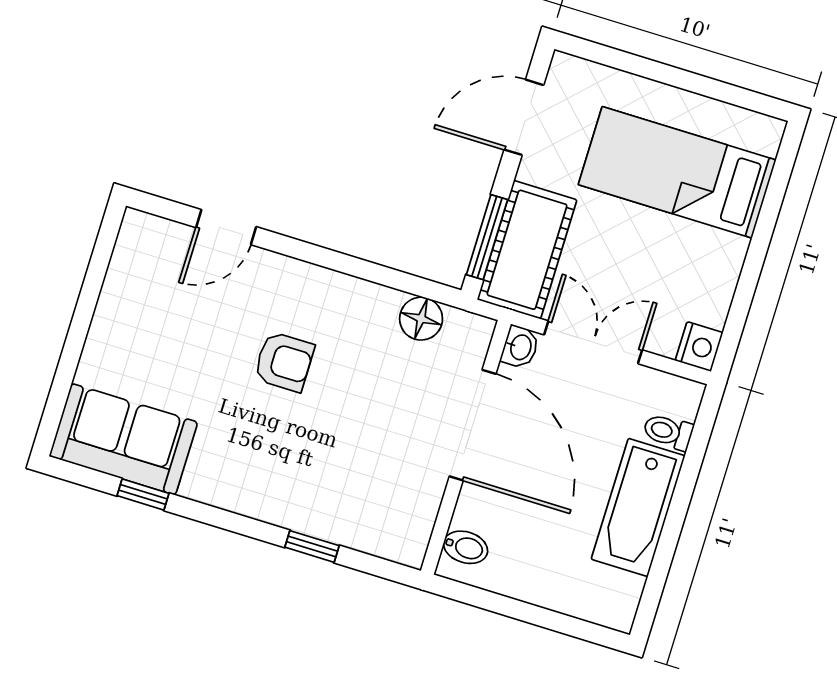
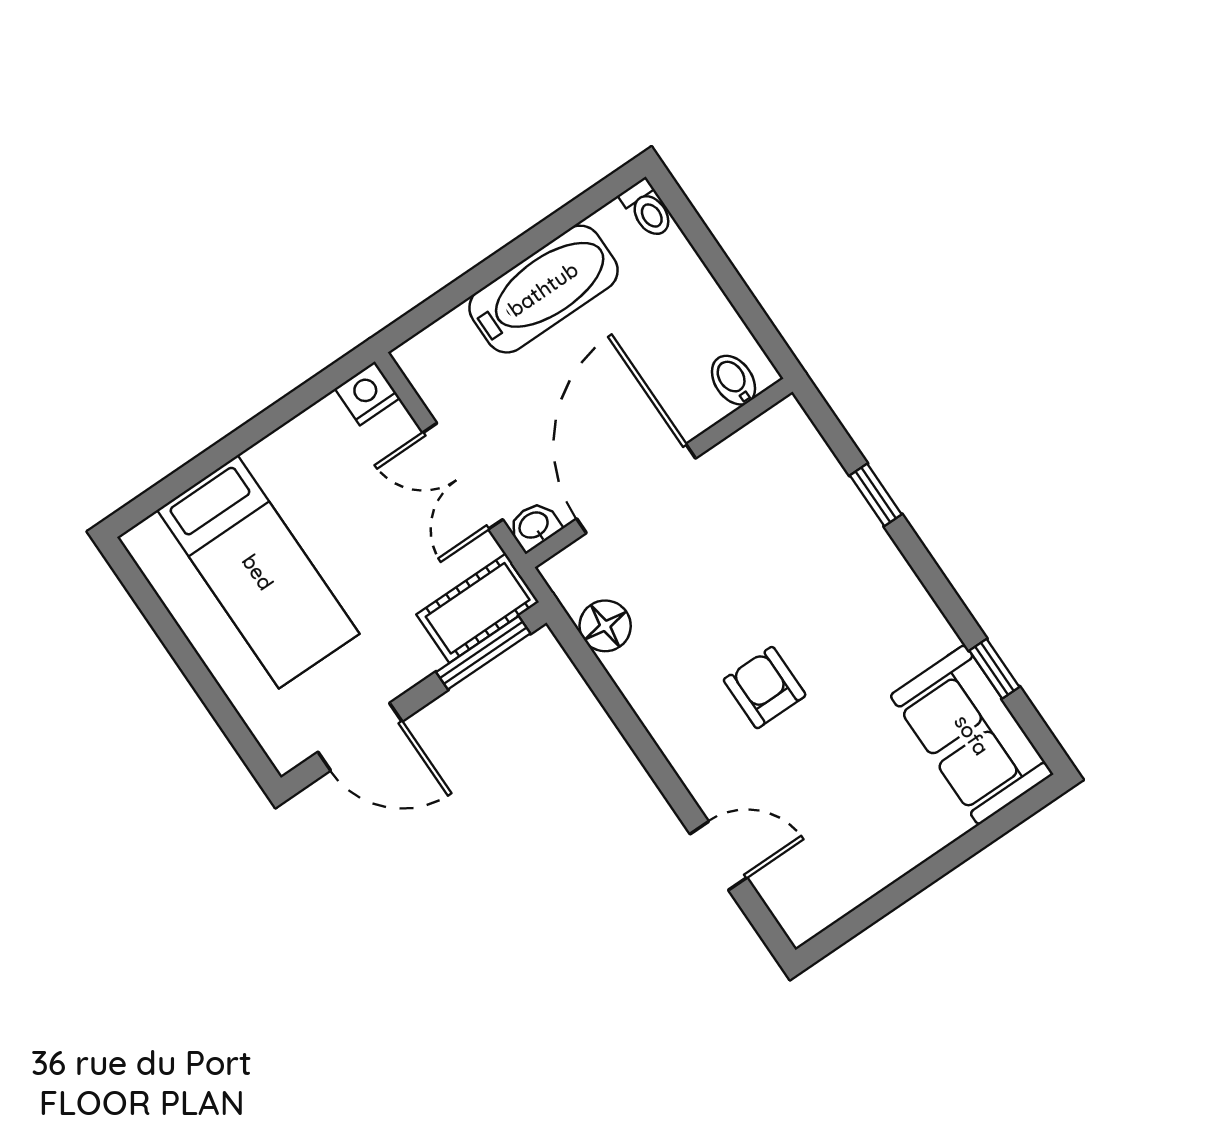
cot: (527, 250) -> (478, 608), width x0.73, depth x0.75
toilet: (668, 432) -> (647, 209), moved

